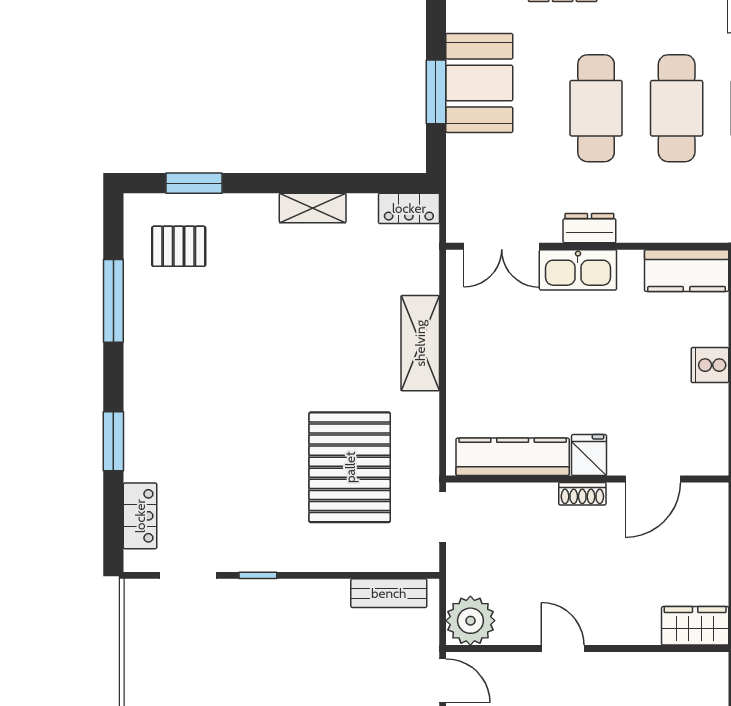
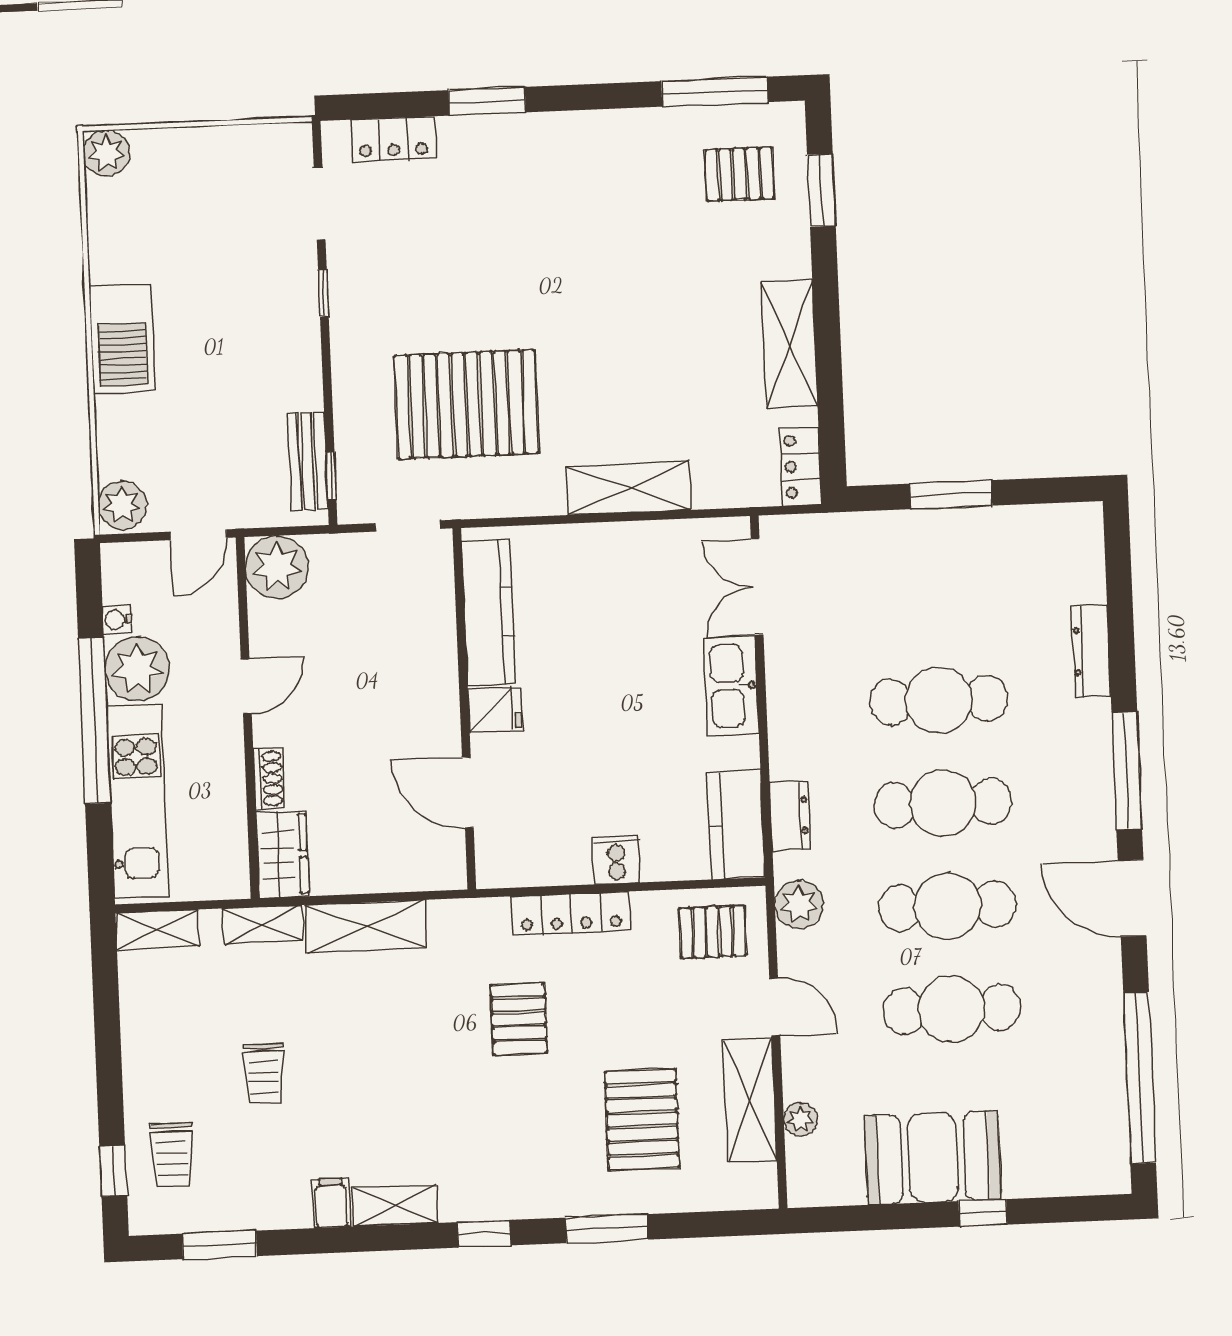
booth: (479, 83) -> (965, 550), removed
shelving: (313, 208) -> (790, 344), width x1.50, depth x1.33
dresser: (589, 228) -> (790, 816), moved
pallet: (179, 246) -> (740, 174), turned 90
window: (113, 301) -> (715, 92), moved
shoe rack: (582, 494) -> (269, 779), moved, turned 180
window: (401, 575) -> (331, 476), added

